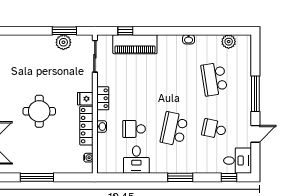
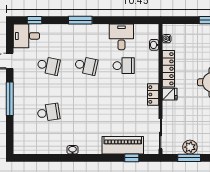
plant: (229, 42) -> (35, 148), removed
school desk: (214, 79) -> (48, 112), width x0.54
washbasin: (102, 126) -> (154, 45), moved
school desk: (174, 129) -> (86, 66), width x0.54

